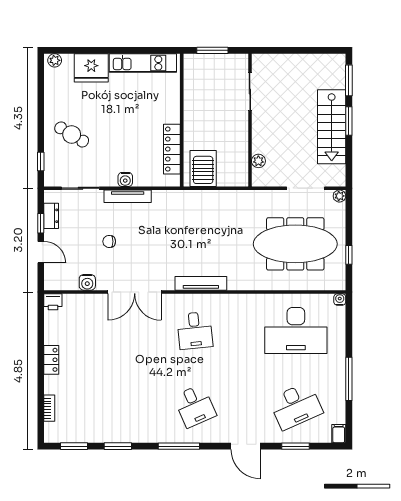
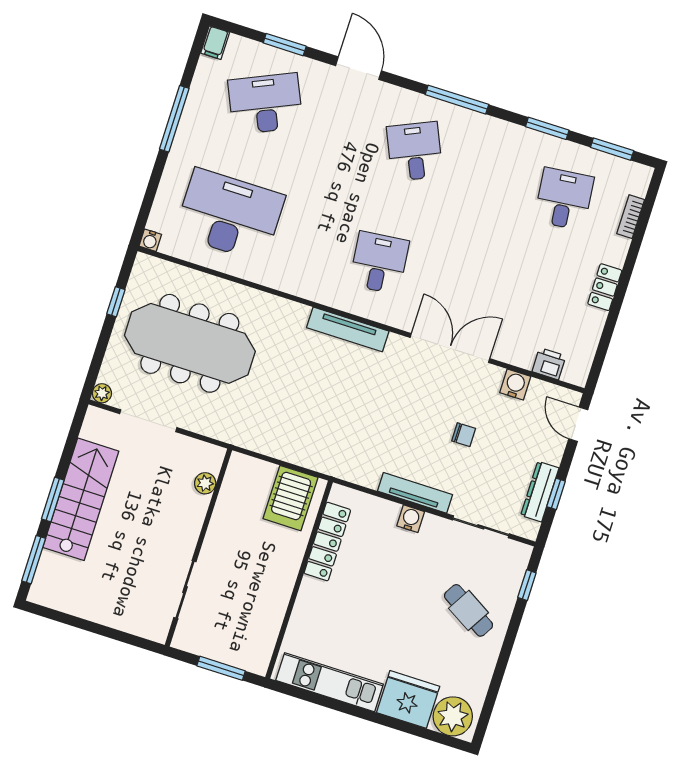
plant: (55, 60) -> (453, 716), width x1.88, depth x1.88
dresser: (51, 216) -> (540, 492), width x1.44
door: (41, 252) -> (578, 424), moved
printer: (53, 302) -> (549, 364), moved
desk: (94, 406) -> (564, 199), added

